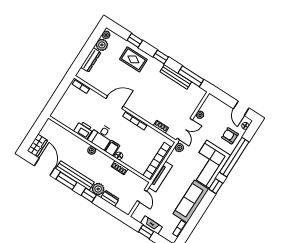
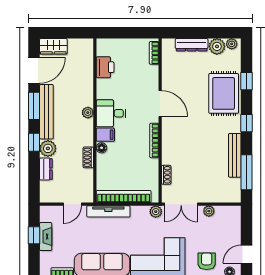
rug: (133, 59) -> (224, 93), width x1.36, depth x1.43
printer: (83, 130) -> (105, 67), moved

